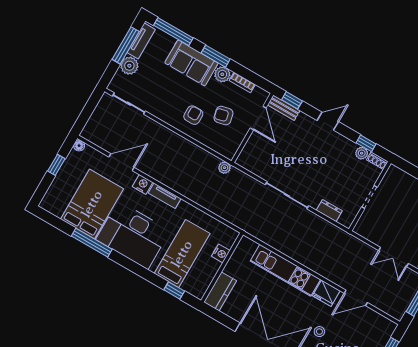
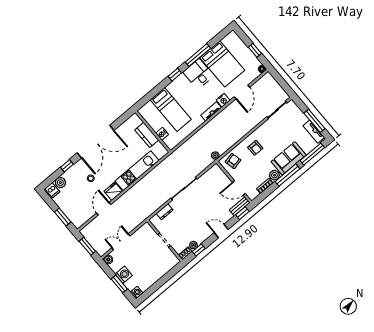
window: (216, 56) -> (287, 175), width x1.44
plant: (129, 66) -> (301, 119), removed
armchair: (223, 115) -> (233, 161), moved
door: (328, 121) -> (221, 231), swing flipped
desk: (133, 235) -> (198, 74), width x0.53, depth x0.77
window: (174, 290) -> (175, 75), moved
kitchen counter: (220, 291) -> (147, 135), moved

